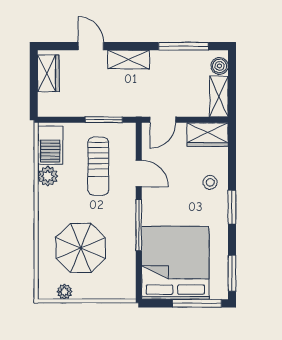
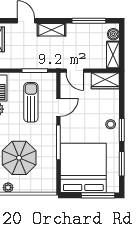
door: (163, 120) -> (75, 71), hinge flipped
sun lounger: (98, 166) -> (31, 102), turned 180
door: (139, 173) -> (58, 107), hinge flipped
stool: (210, 182) -> (111, 124), moved
window: (232, 273) -> (122, 164), moved

